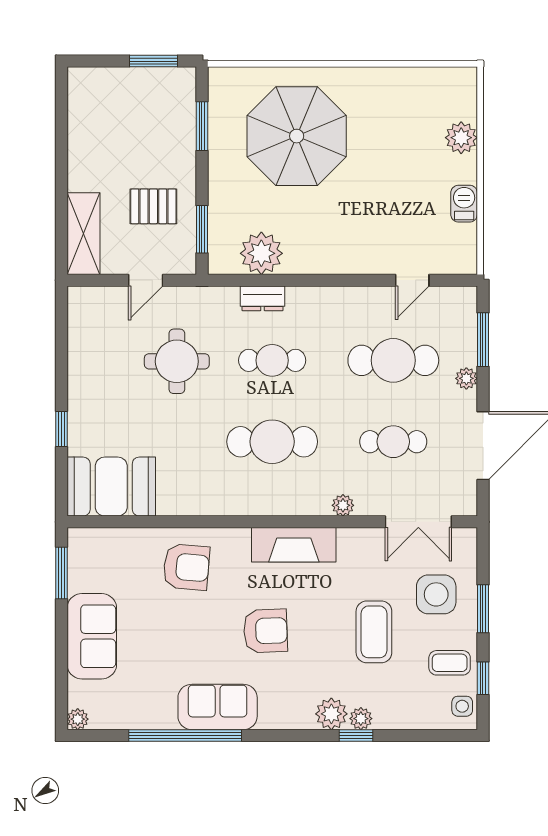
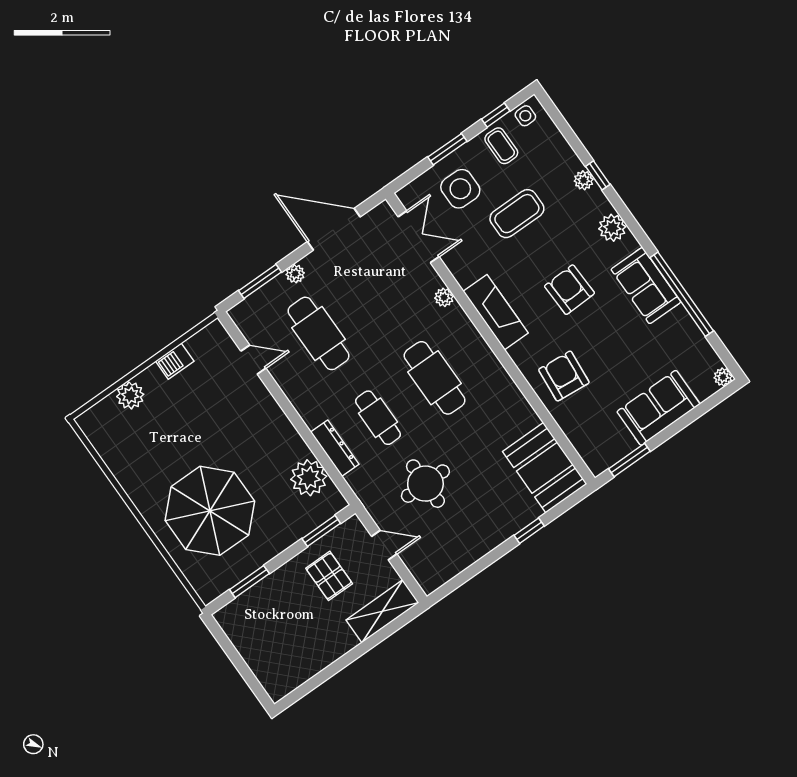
window: (154, 61) -> (228, 647), removed
dresser: (263, 298) -> (335, 448), width x1.44
cafe table: (393, 442) -> (375, 294), removed
plant: (331, 714) -> (612, 228), moved

